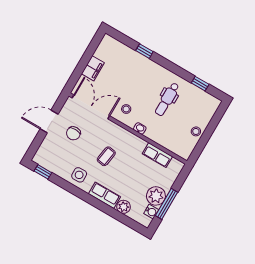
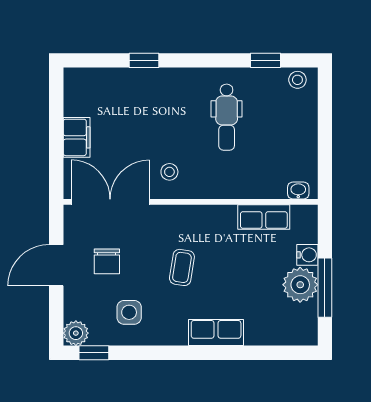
washbasin: (140, 128) -> (298, 190), moved
stool: (196, 131) -> (297, 80), moved
side table: (79, 175) -> (129, 312), moved
plant: (124, 207) -> (76, 333), moved
water cooler: (151, 212) -> (307, 255), moved

